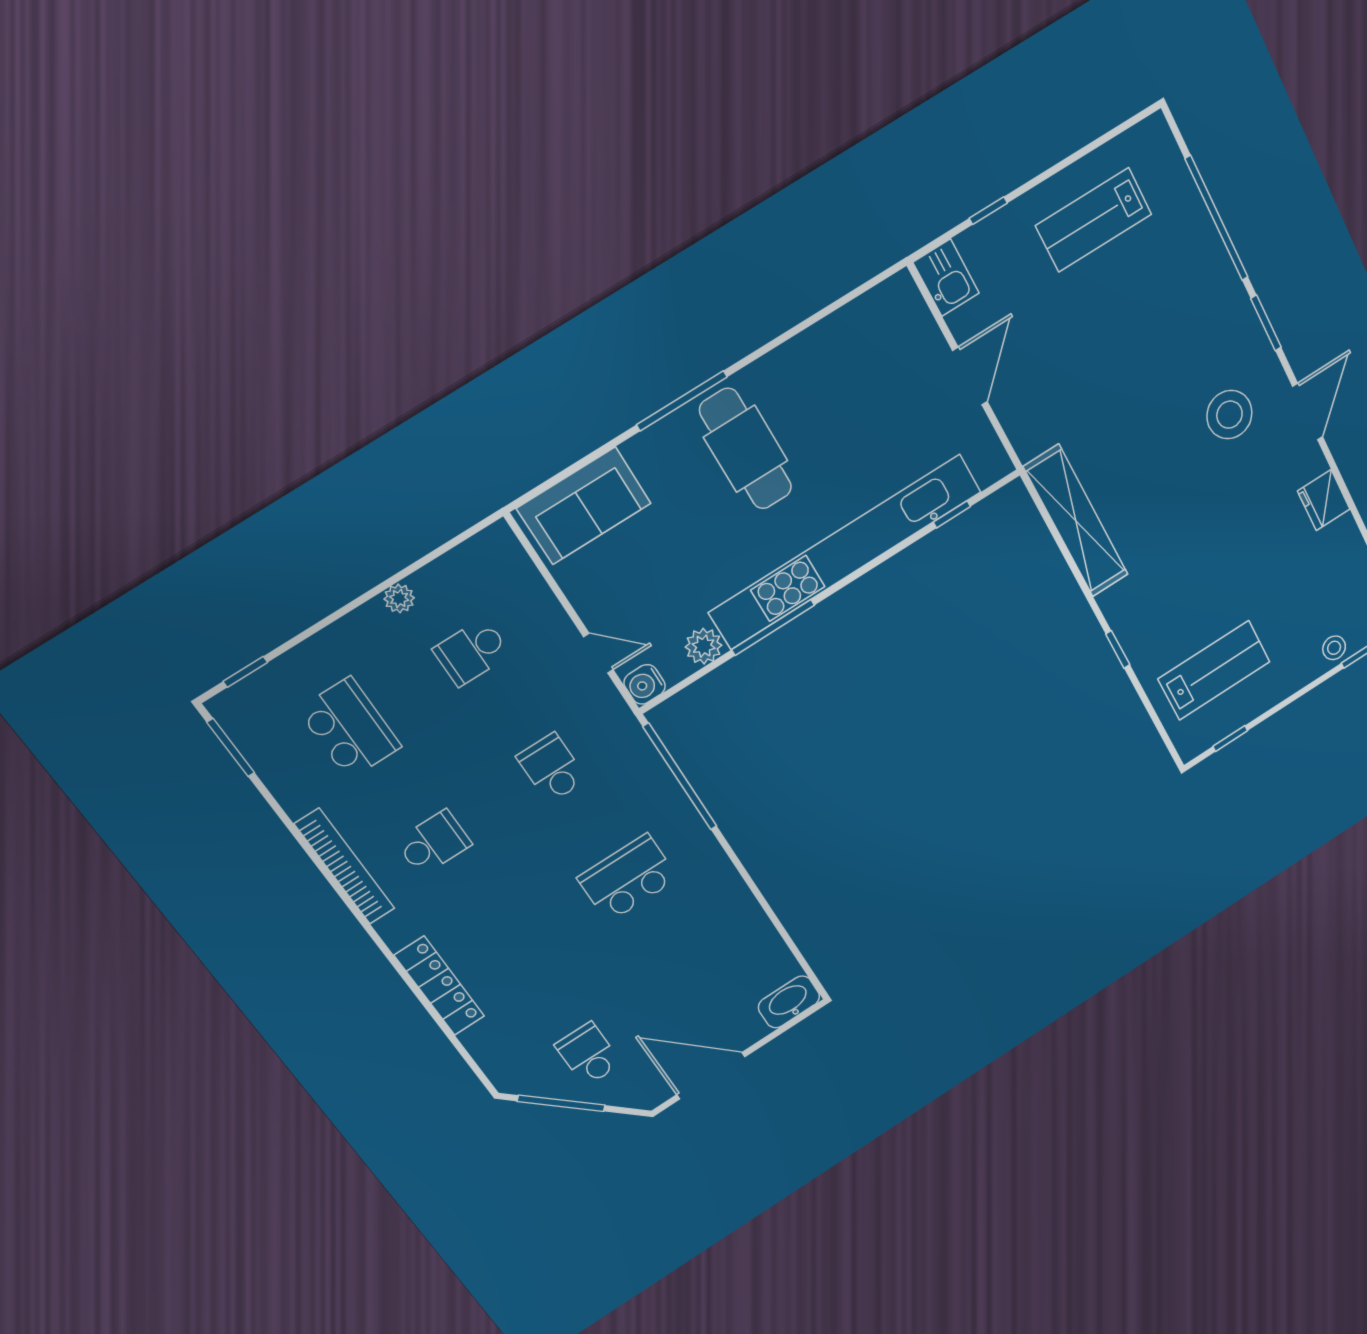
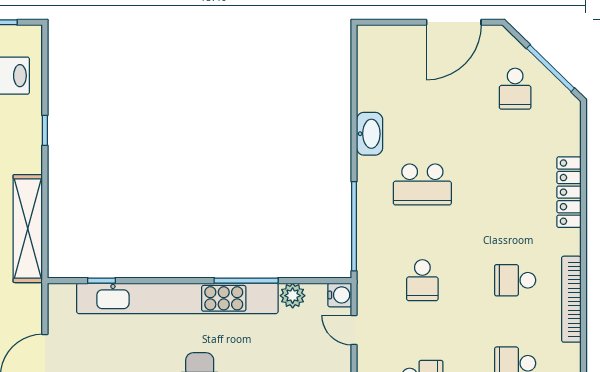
washbasin: (789, 1002) -> (370, 134), moved, turned -90
door: (711, 1076) -> (454, 22), hinge flipped

